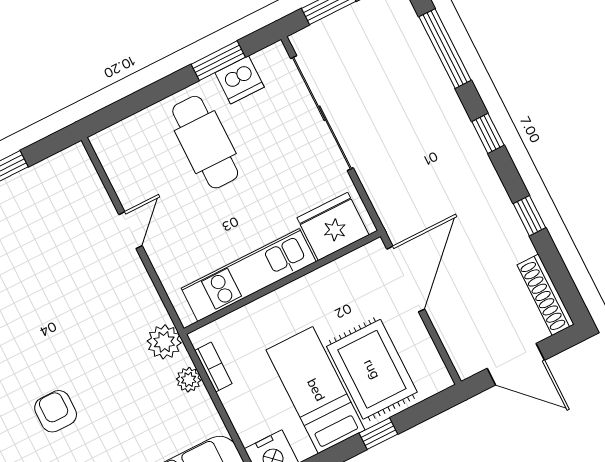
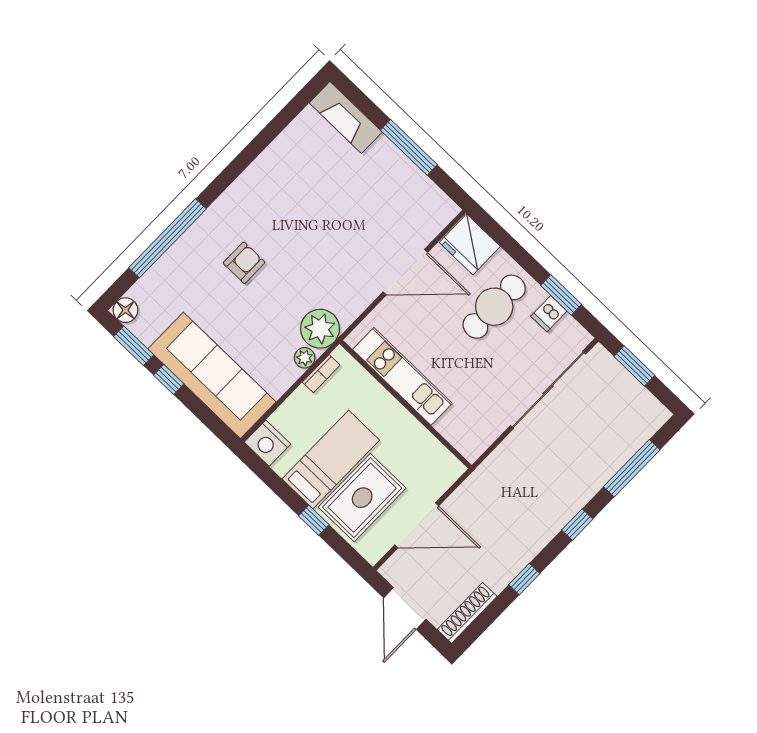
dishwasher: (240, 80) -> (549, 314), width x0.73
fridge: (333, 226) -> (470, 244), moved, turned 180
door: (130, 230) -> (405, 272), width x1.87
door: (406, 279) -> (417, 525), moved
plant: (164, 342) -> (320, 329), width x1.36, depth x1.36

